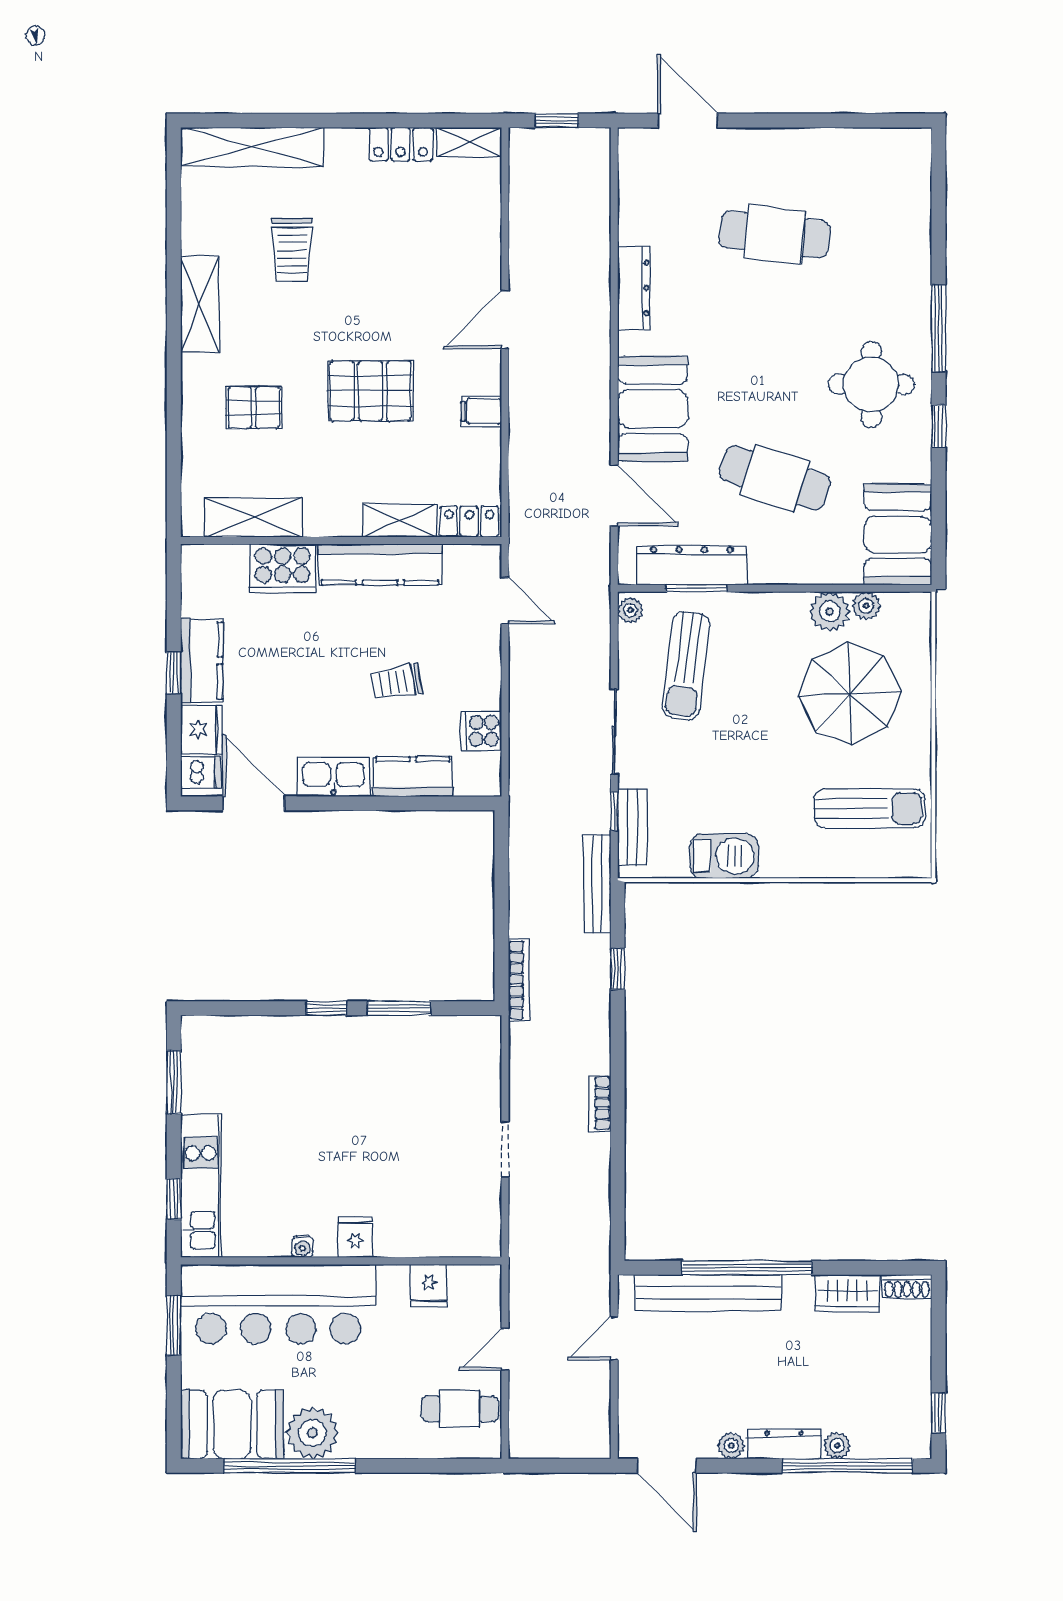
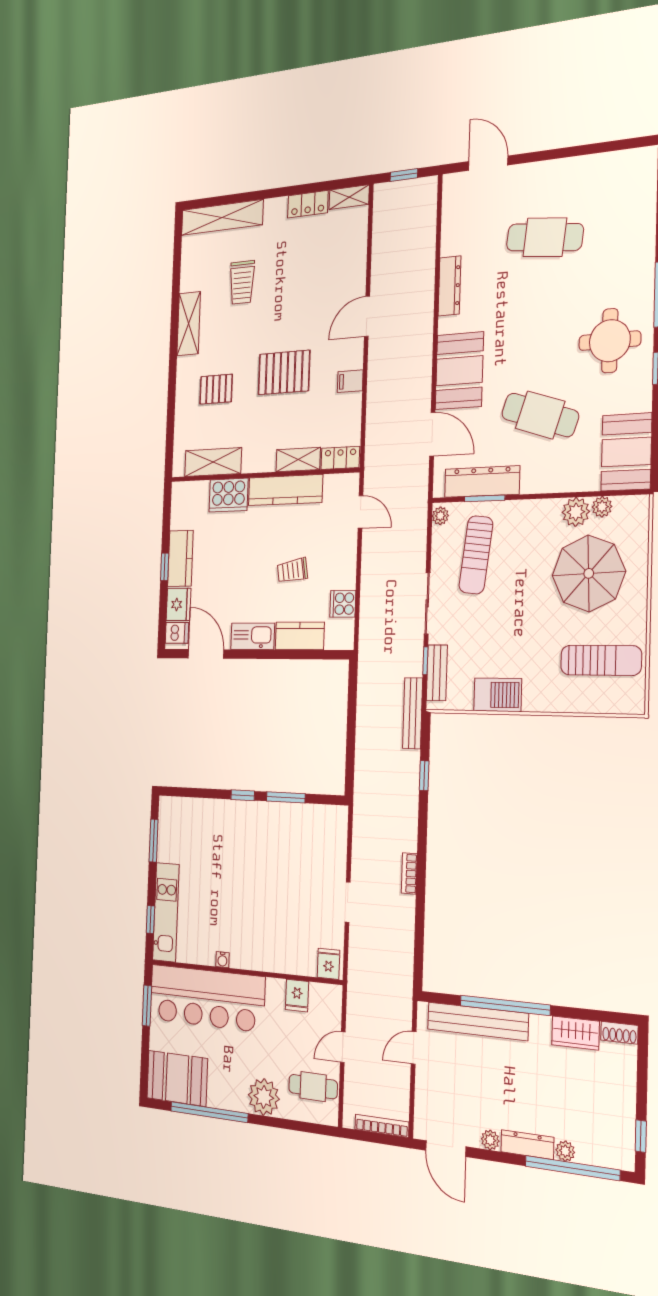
bookcase: (519, 980) -> (382, 1126), moved, turned -90
fridge: (355, 1237) -> (328, 964), moved
plant: (312, 1433) -> (264, 1097), moved

